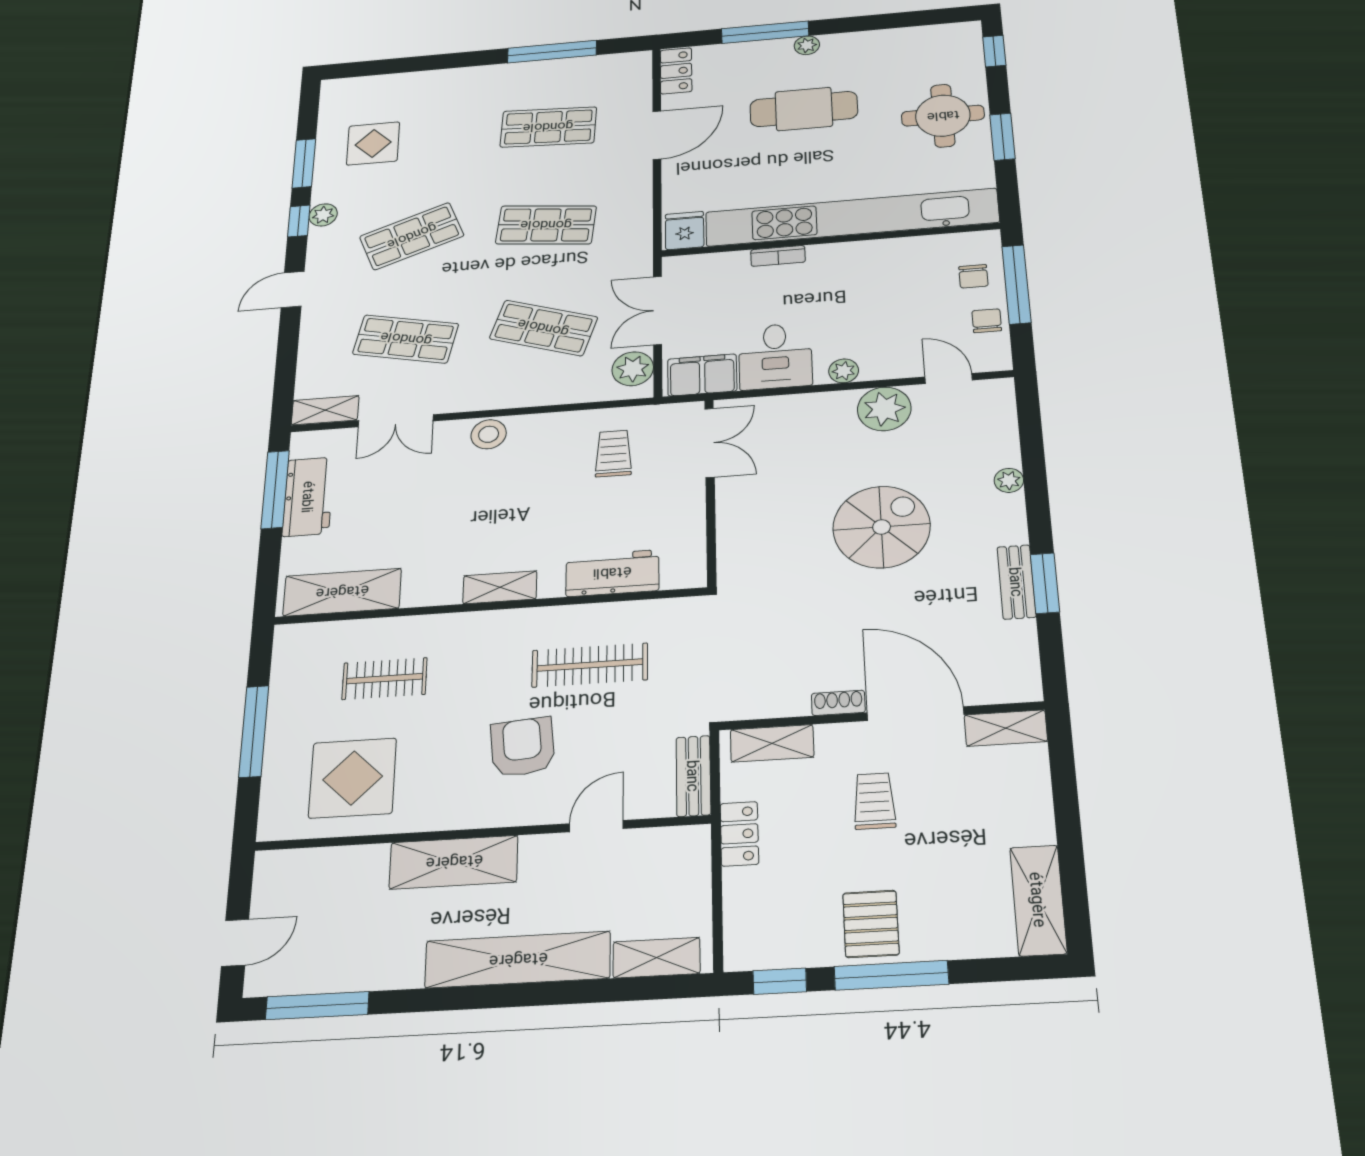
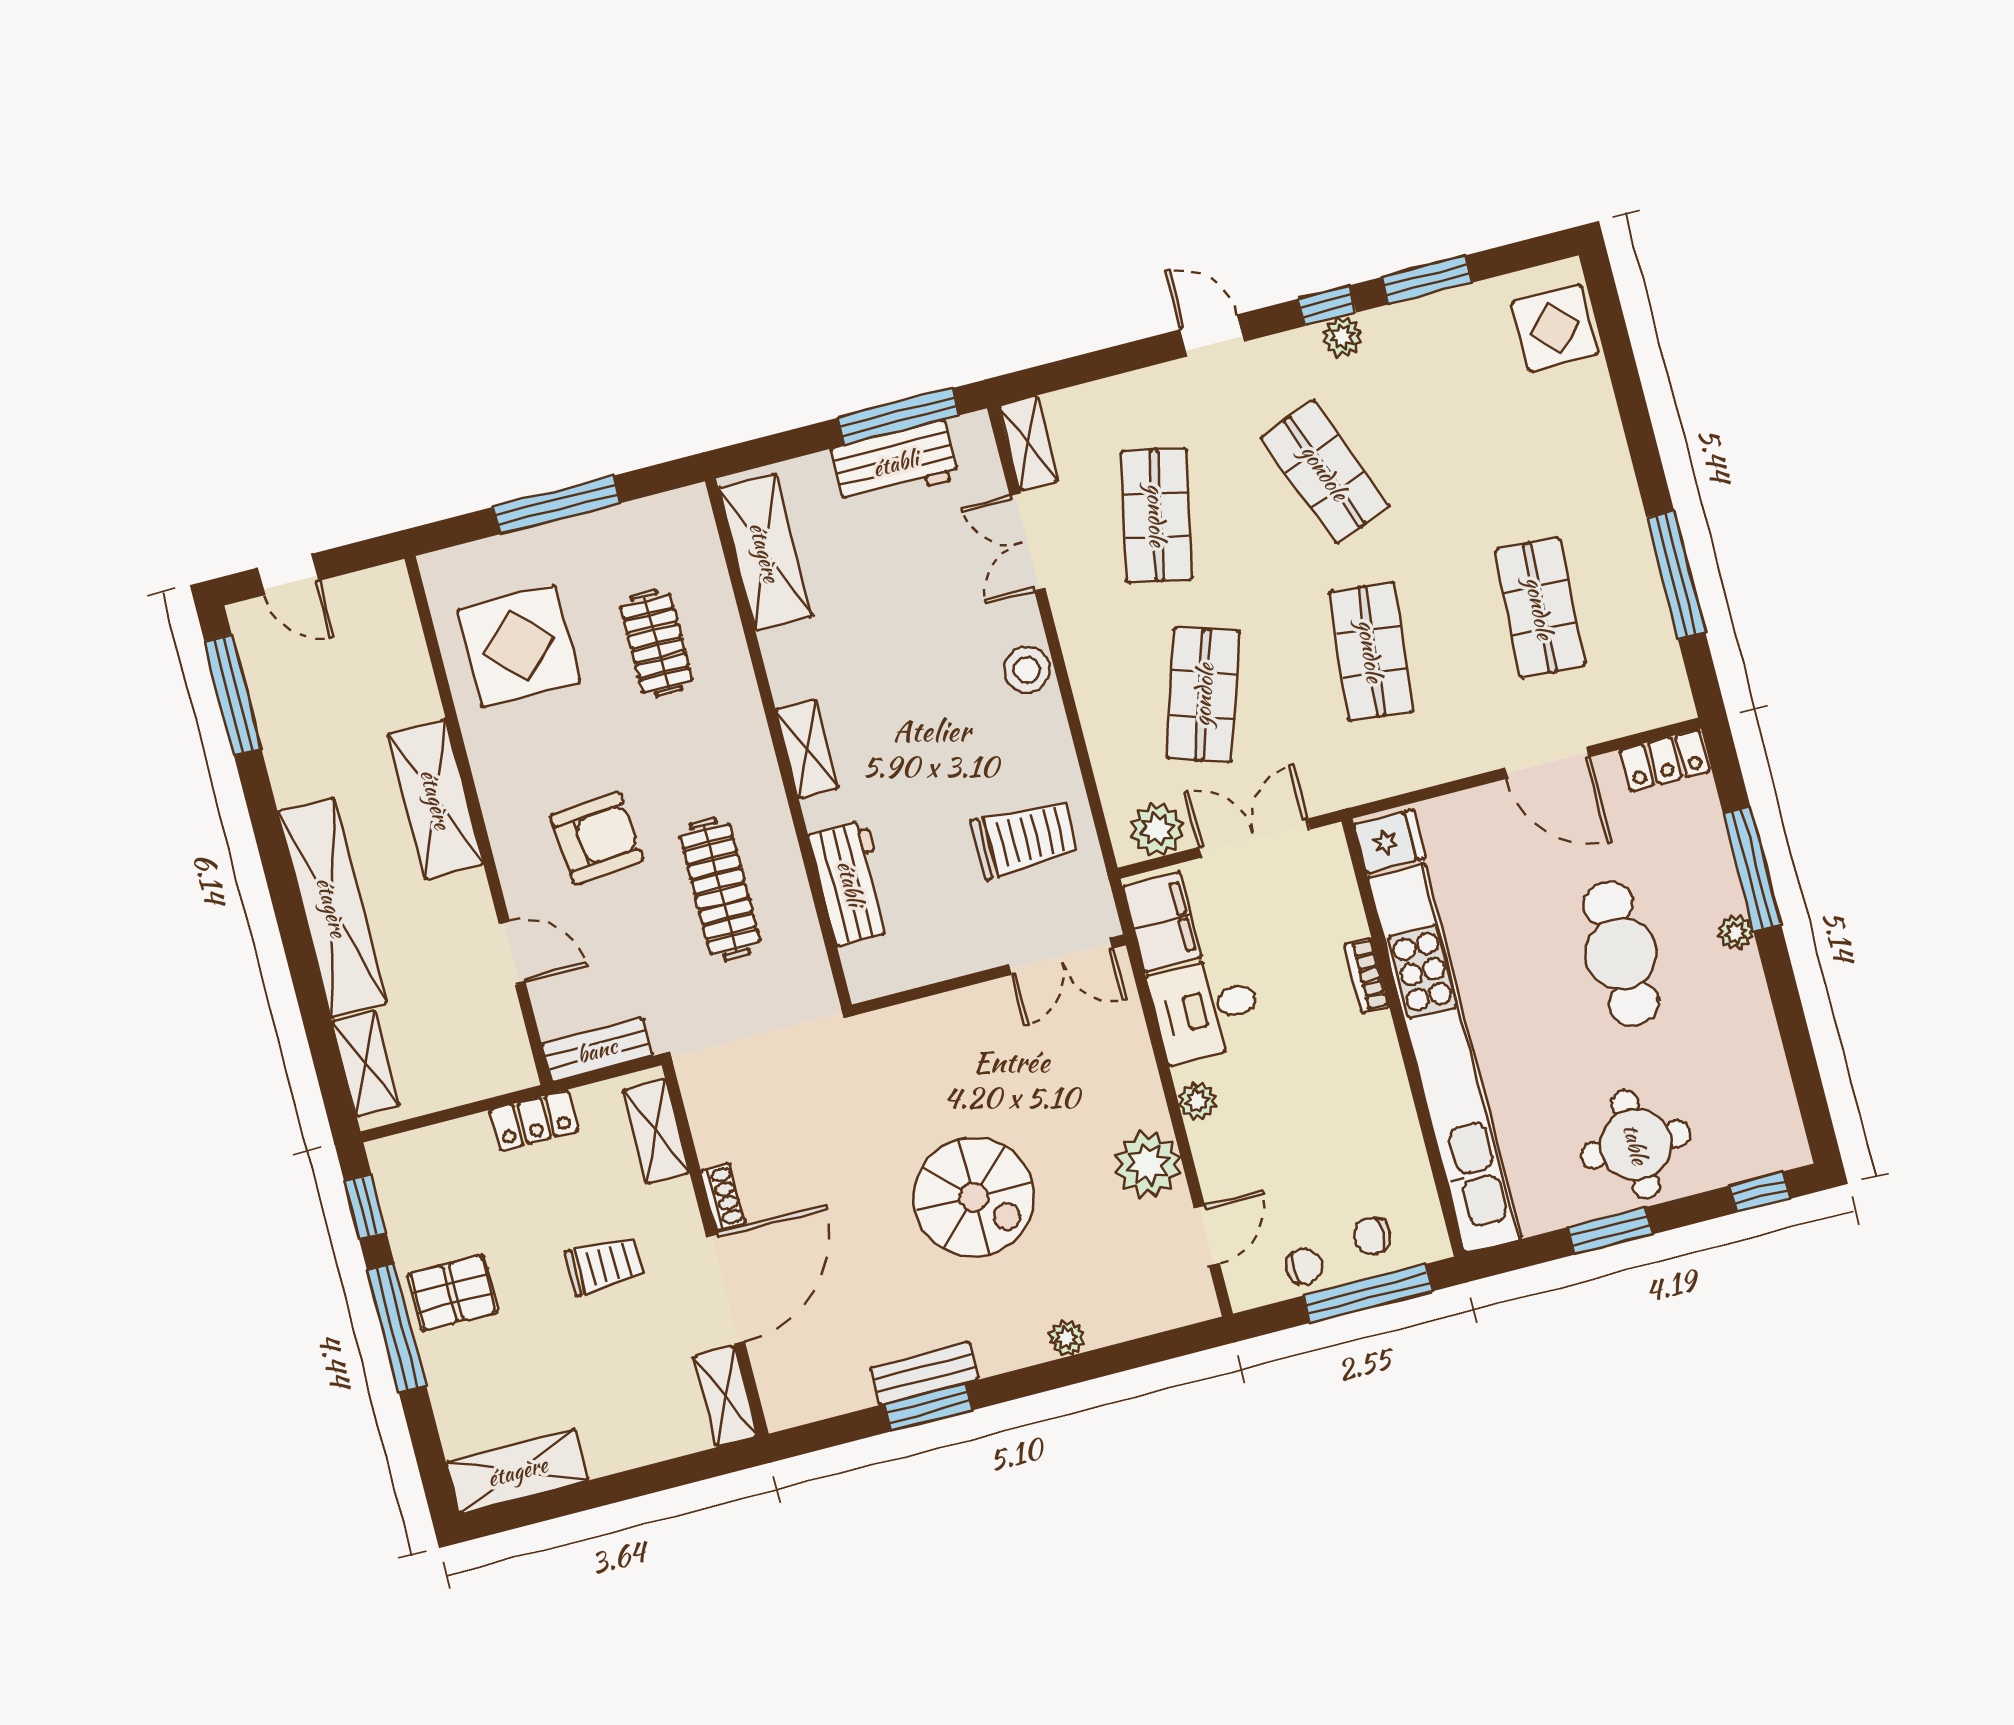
display table: (373, 143) -> (1555, 328), moved
trolley: (613, 453) -> (1025, 838), width x1.36, depth x1.39

